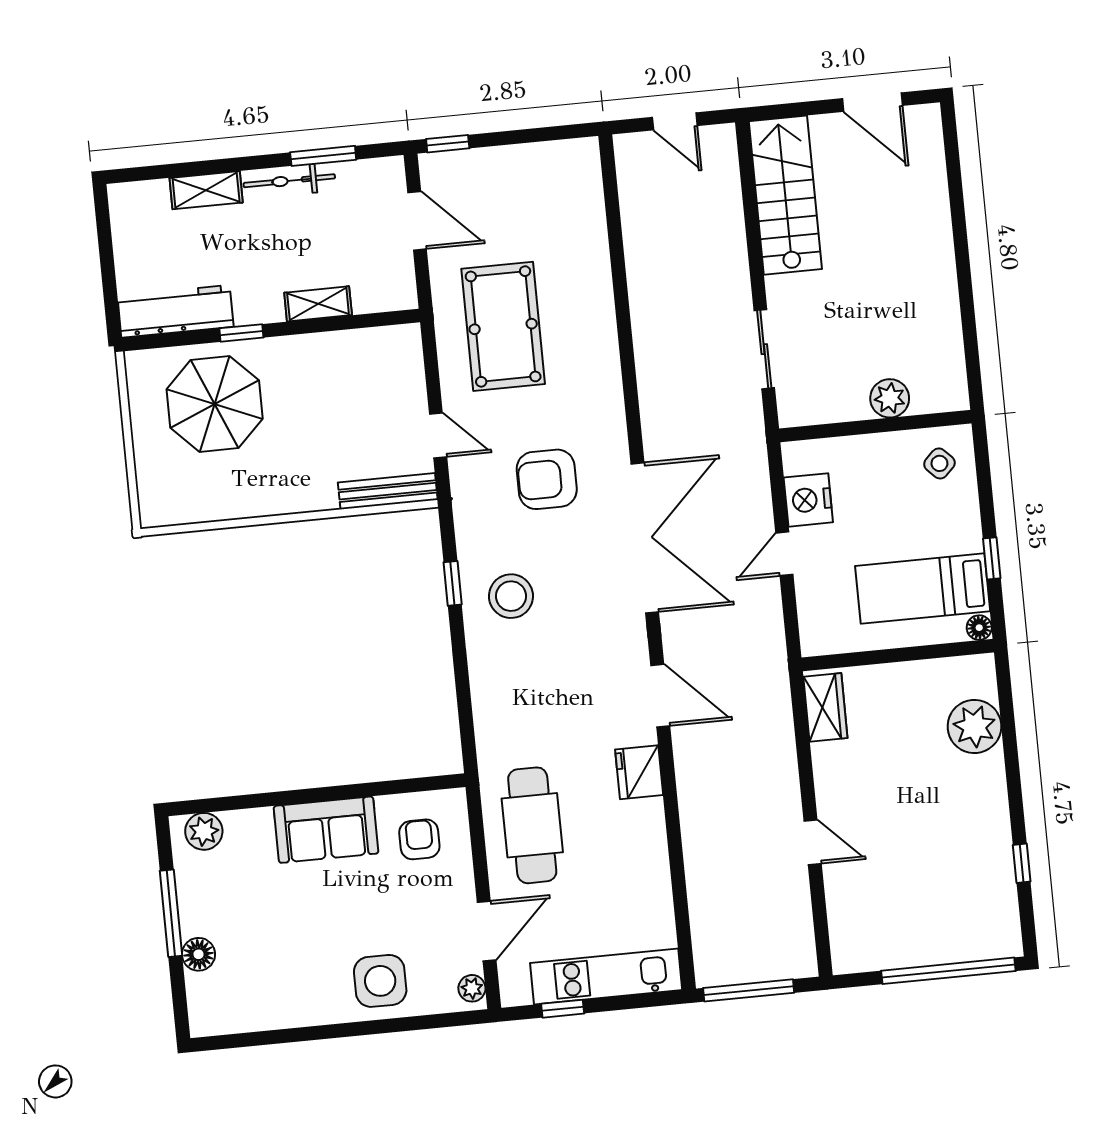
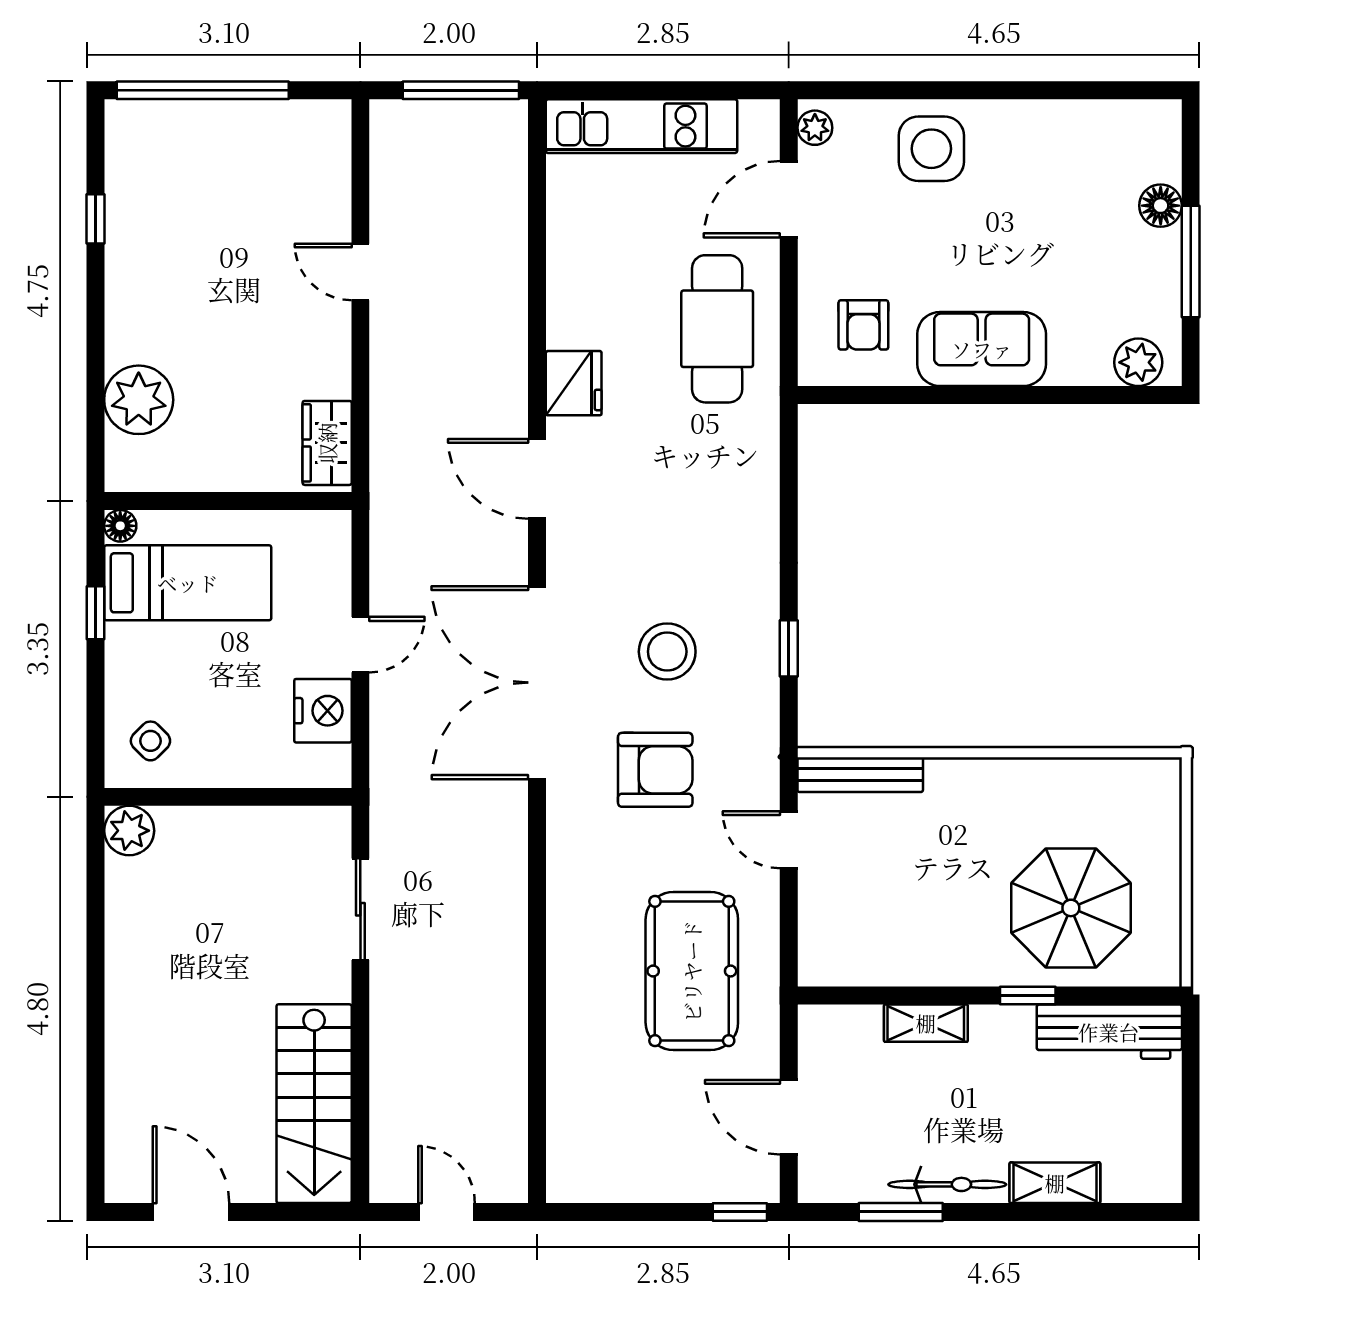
plant: (890, 398) -> (129, 831), moved
stool: (511, 596) -> (667, 652), moved
window: (563, 1009) -> (701, 90), removed

